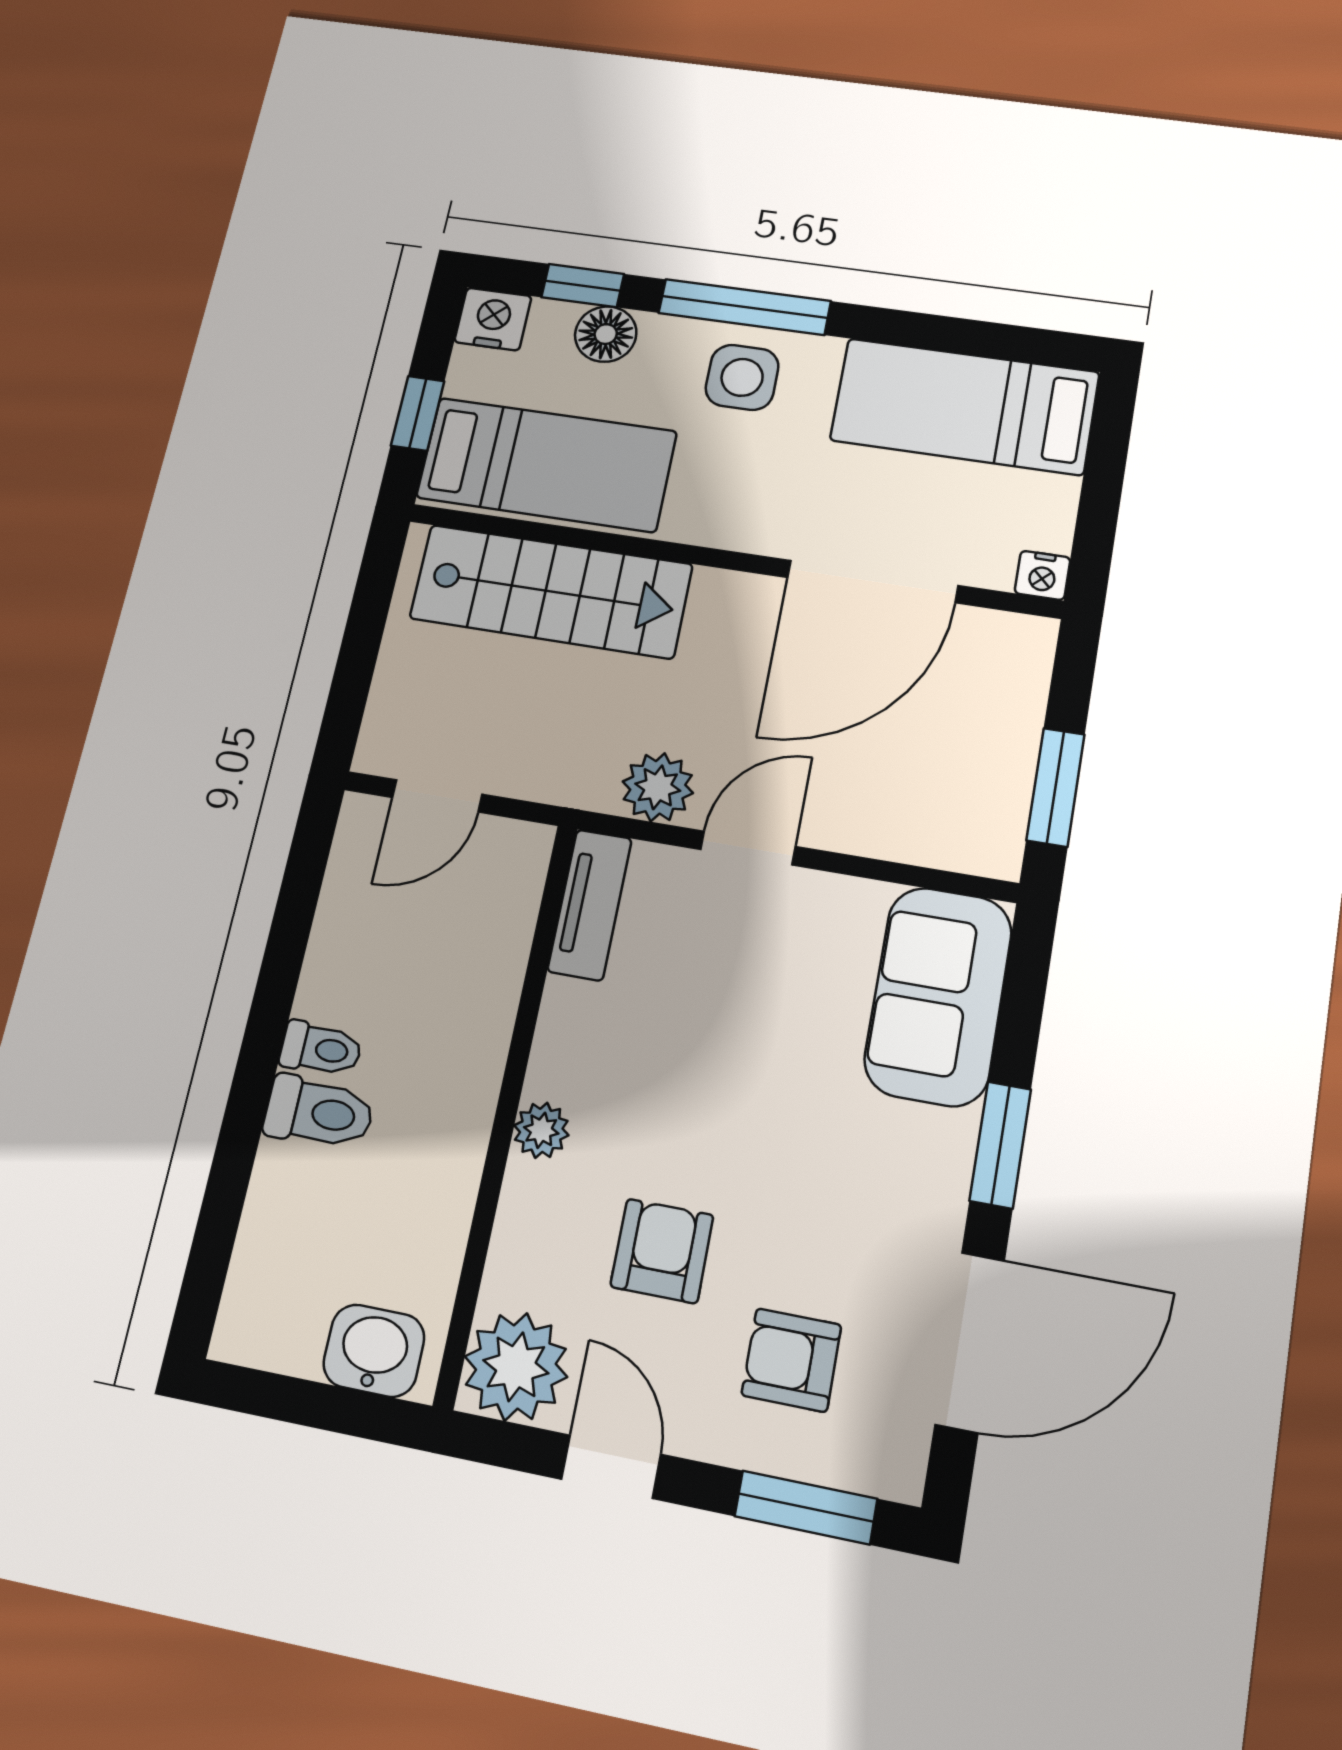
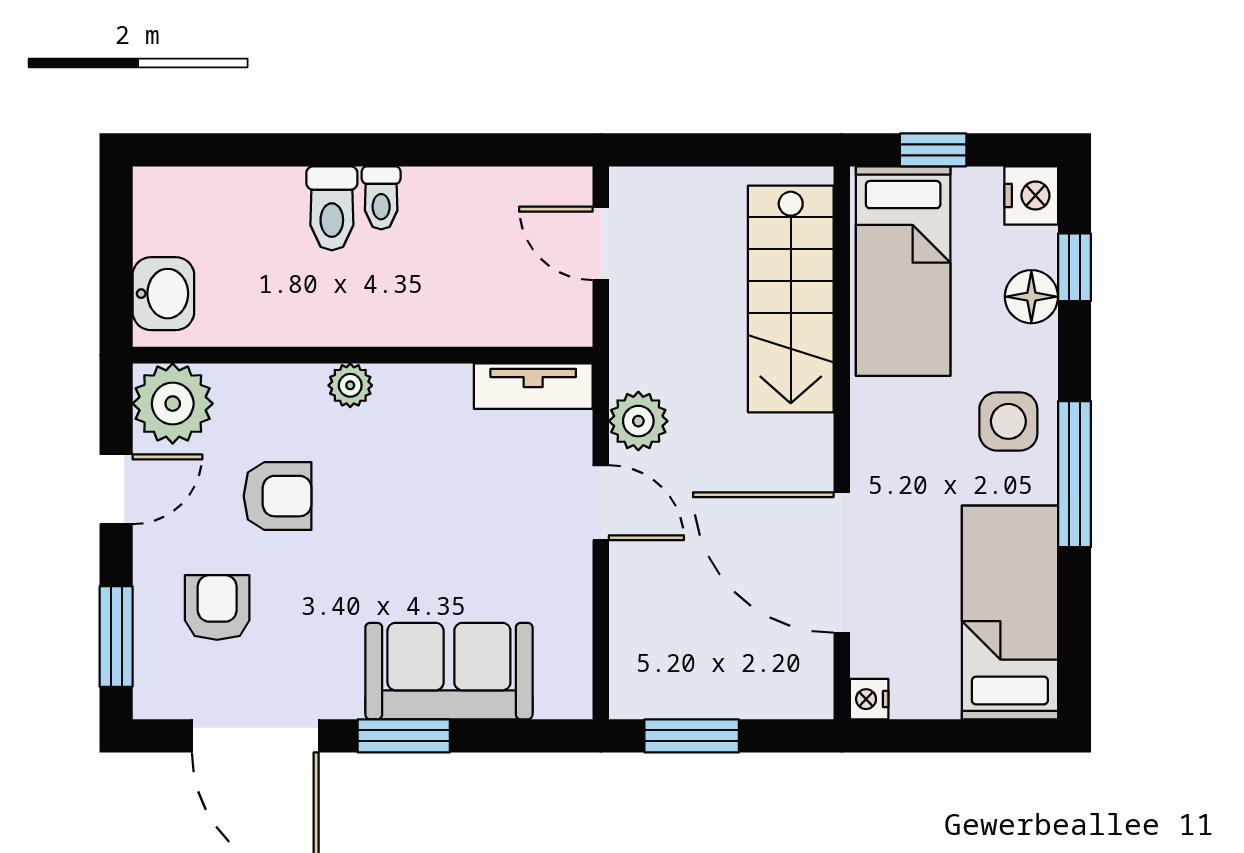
window: (744, 307) -> (1074, 474), moved
sofa: (938, 996) -> (449, 671), moved

